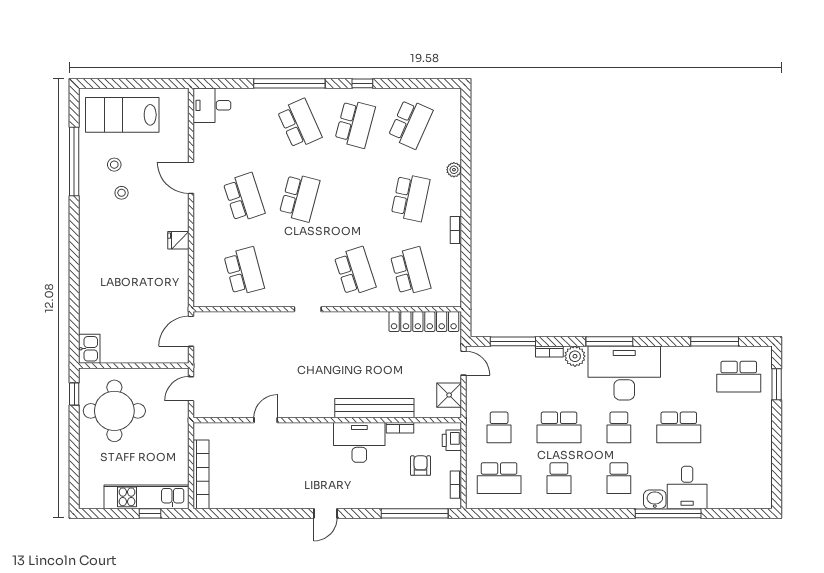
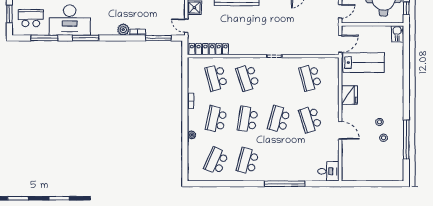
window: (362, 83) -> (243, 184), removed
lab bench: (122, 115) -> (364, 63), moved
school desk: (299, 124) -> (248, 119), moved, turned 33
fridge: (178, 240) -> (349, 95), width x1.88, depth x1.34
window: (609, 341) -> (86, 38), moved
desk: (624, 373) -> (70, 20), moved

